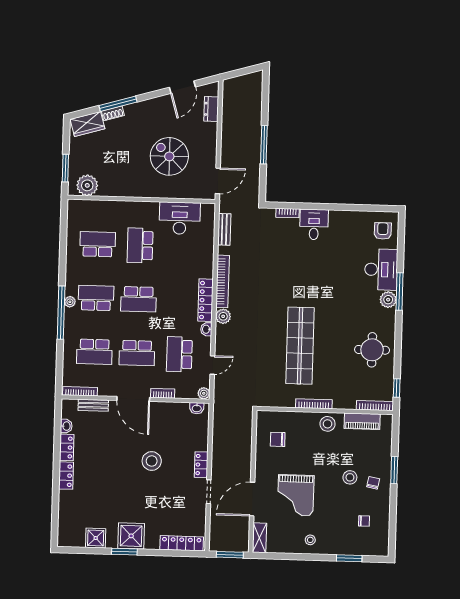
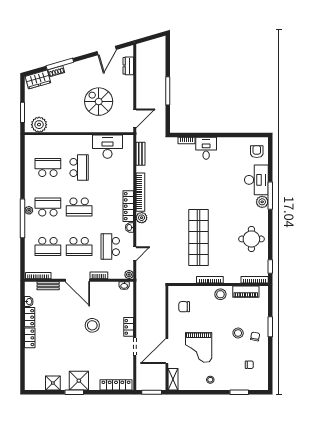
school desk: (140, 245) -> (79, 167), turned 180

